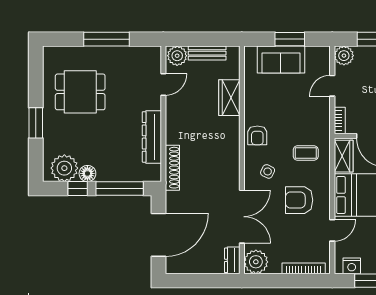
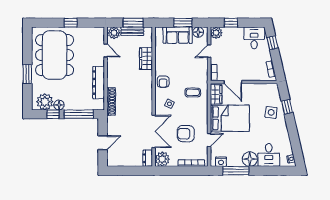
window: (106, 39) -> (71, 23), width x0.46
window: (208, 39) -> (133, 23), added
floor lamp: (315, 55) -> (198, 32), added
door: (163, 84) -> (106, 50), hinge flipped
dining table: (80, 92) -> (55, 55), width x1.88, depth x1.24
armchair: (299, 200) -> (186, 134), moved
door: (159, 235) -> (103, 143), width x0.53

